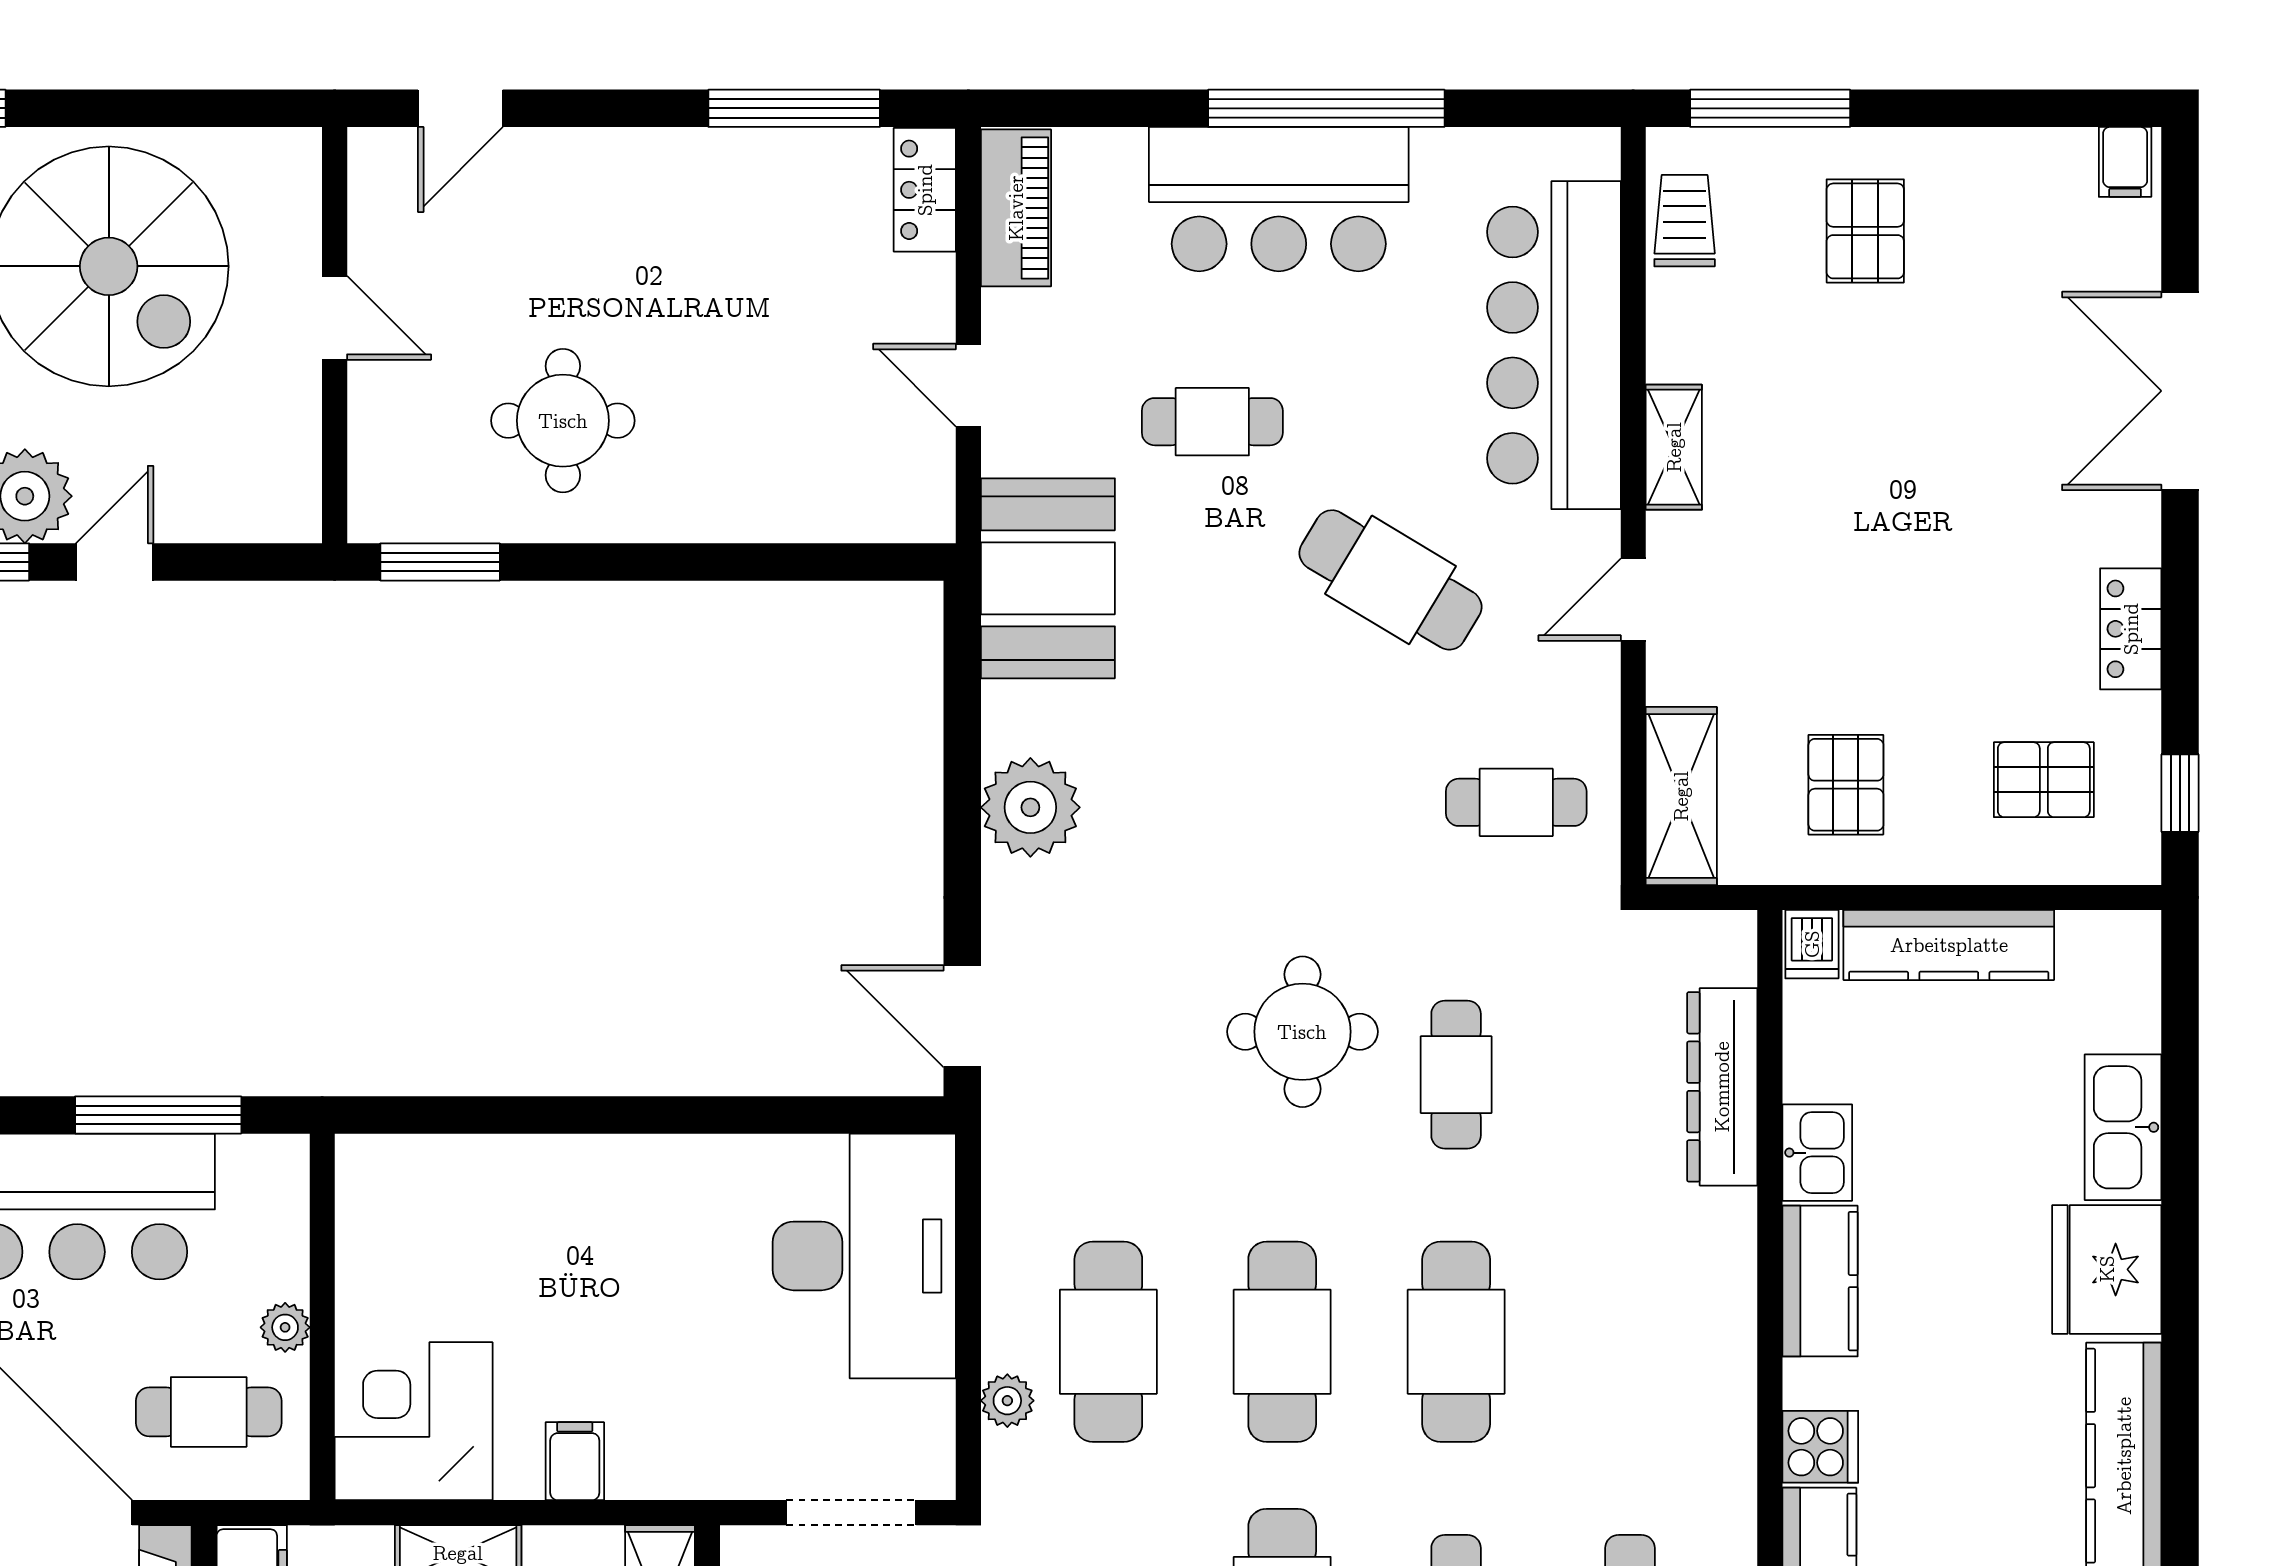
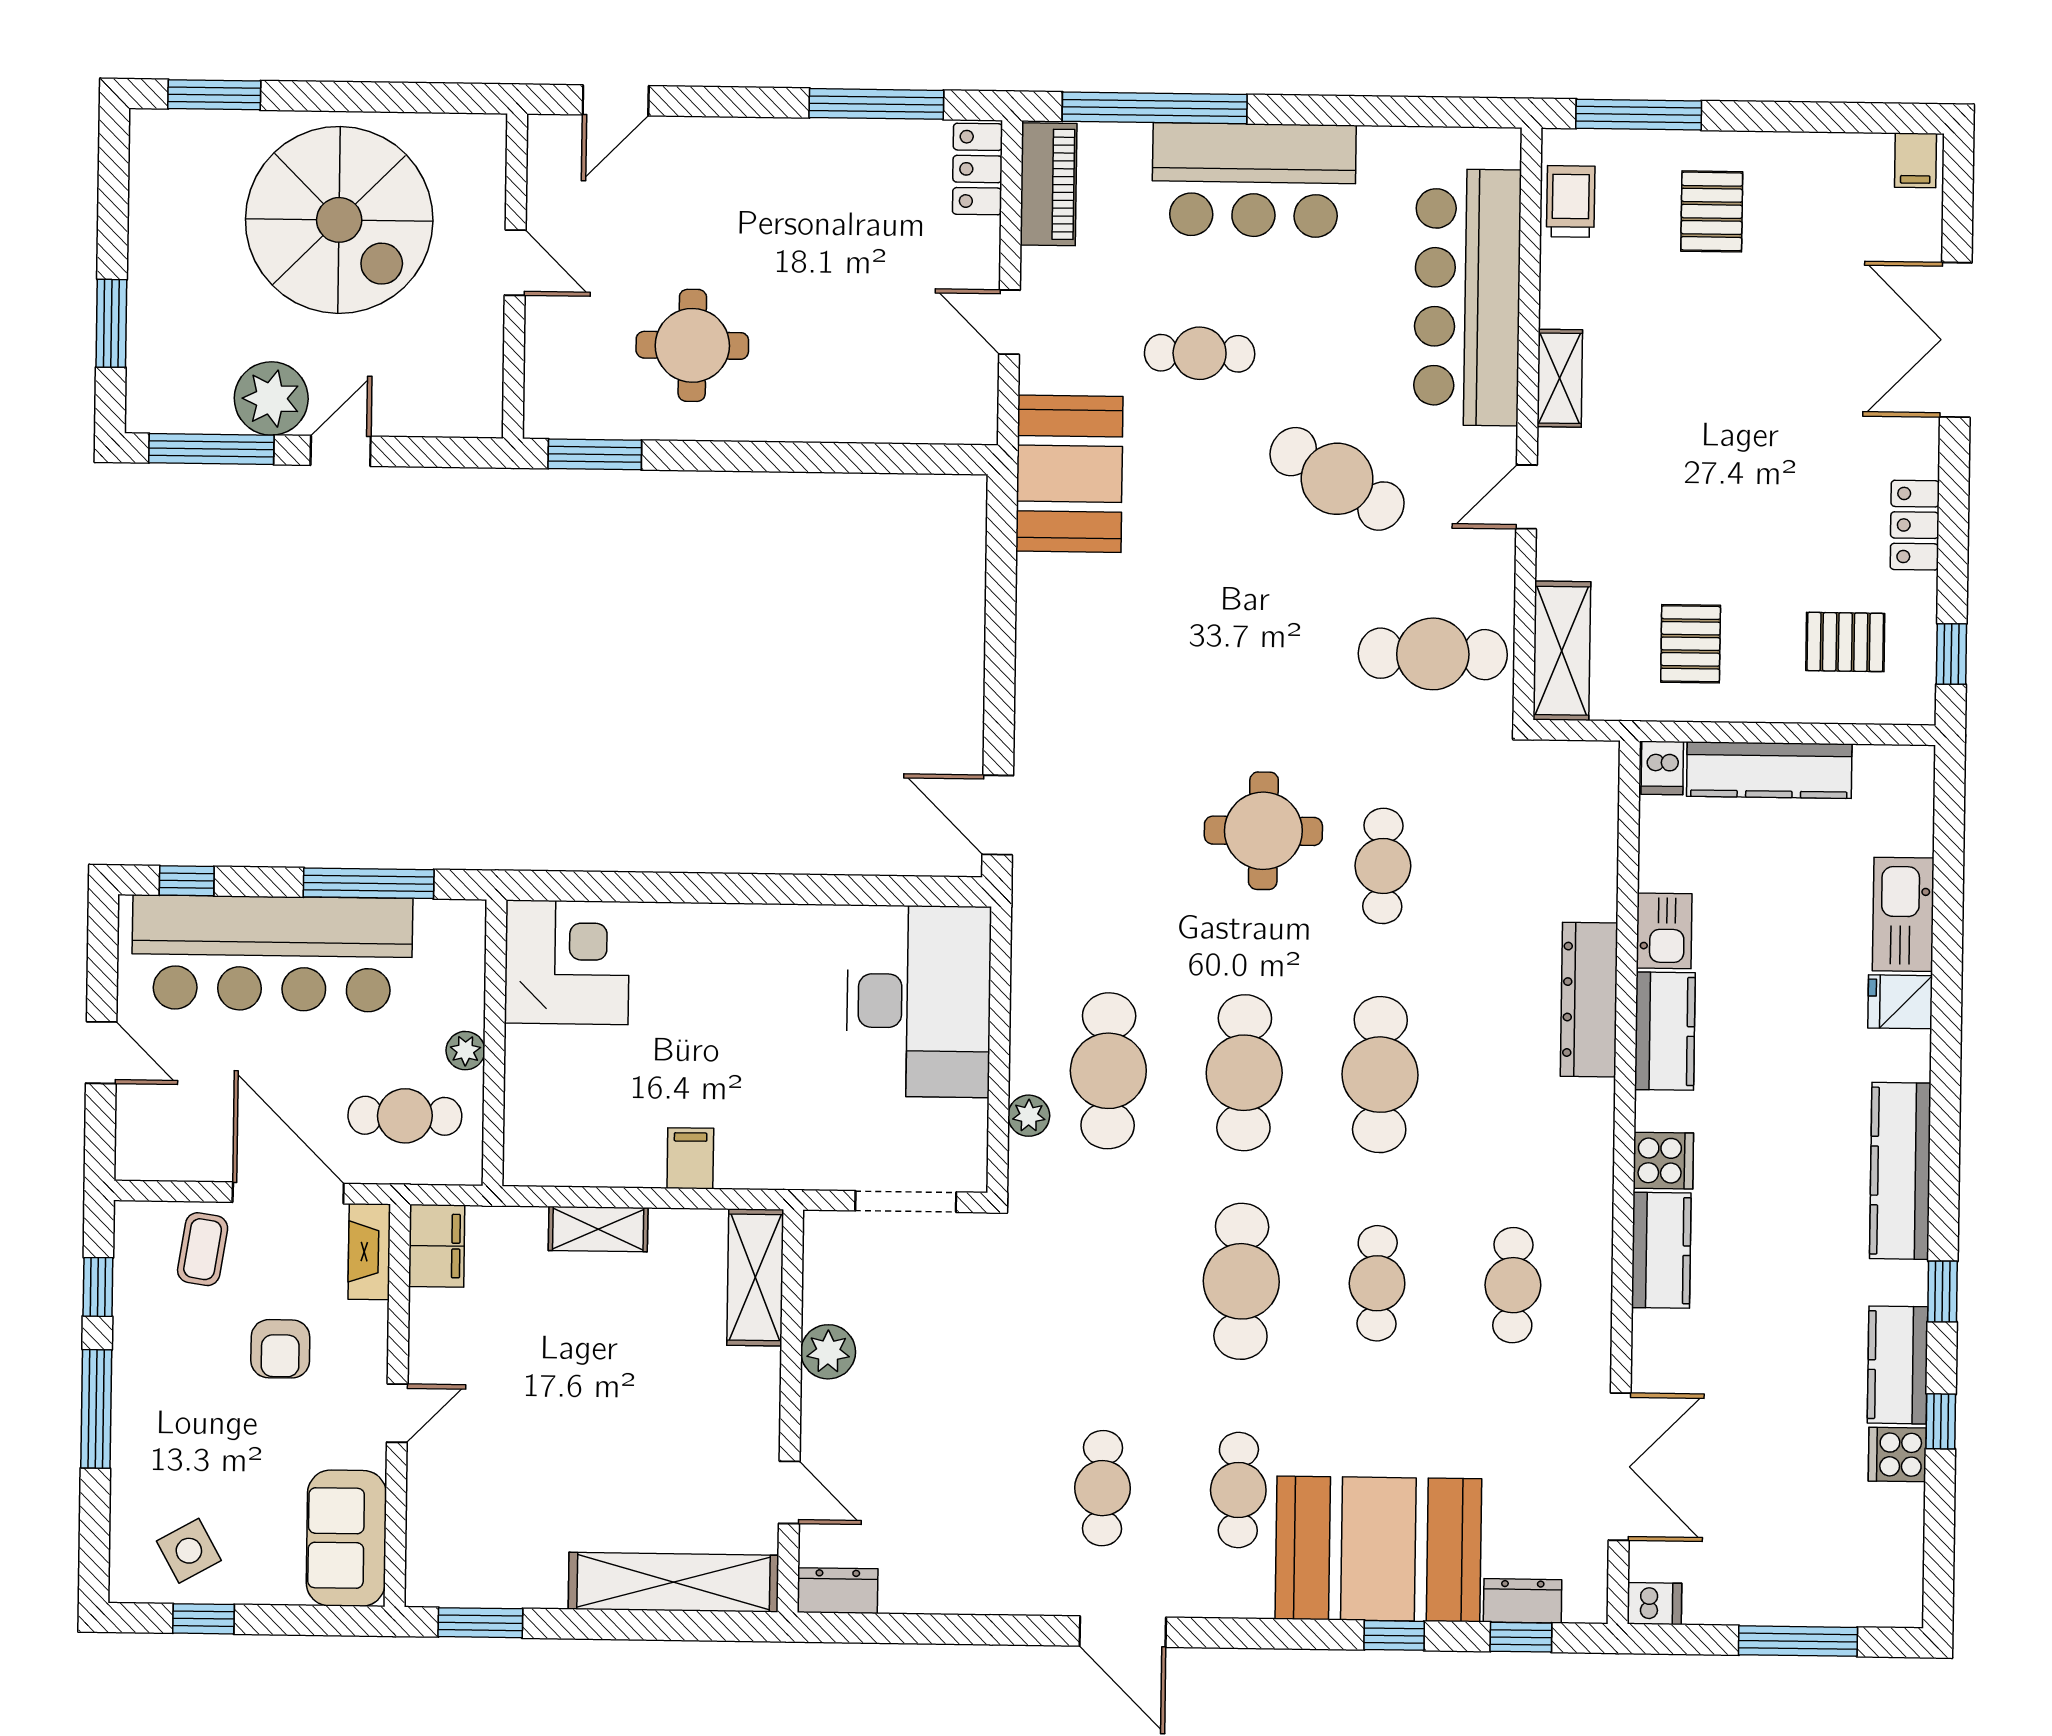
window: (1326, 108) -> (1155, 108), moved
cafe table: (1516, 802) -> (1433, 654), width x1.37, depth x1.35
plant: (1030, 807) -> (1053, 653), removed
dresser: (1722, 1087) -> (1589, 1000), moved
fridge: (2107, 1269) -> (1900, 1002), width x0.53, depth x0.75
corner desk: (414, 1421) -> (567, 962), moved, turned 90

